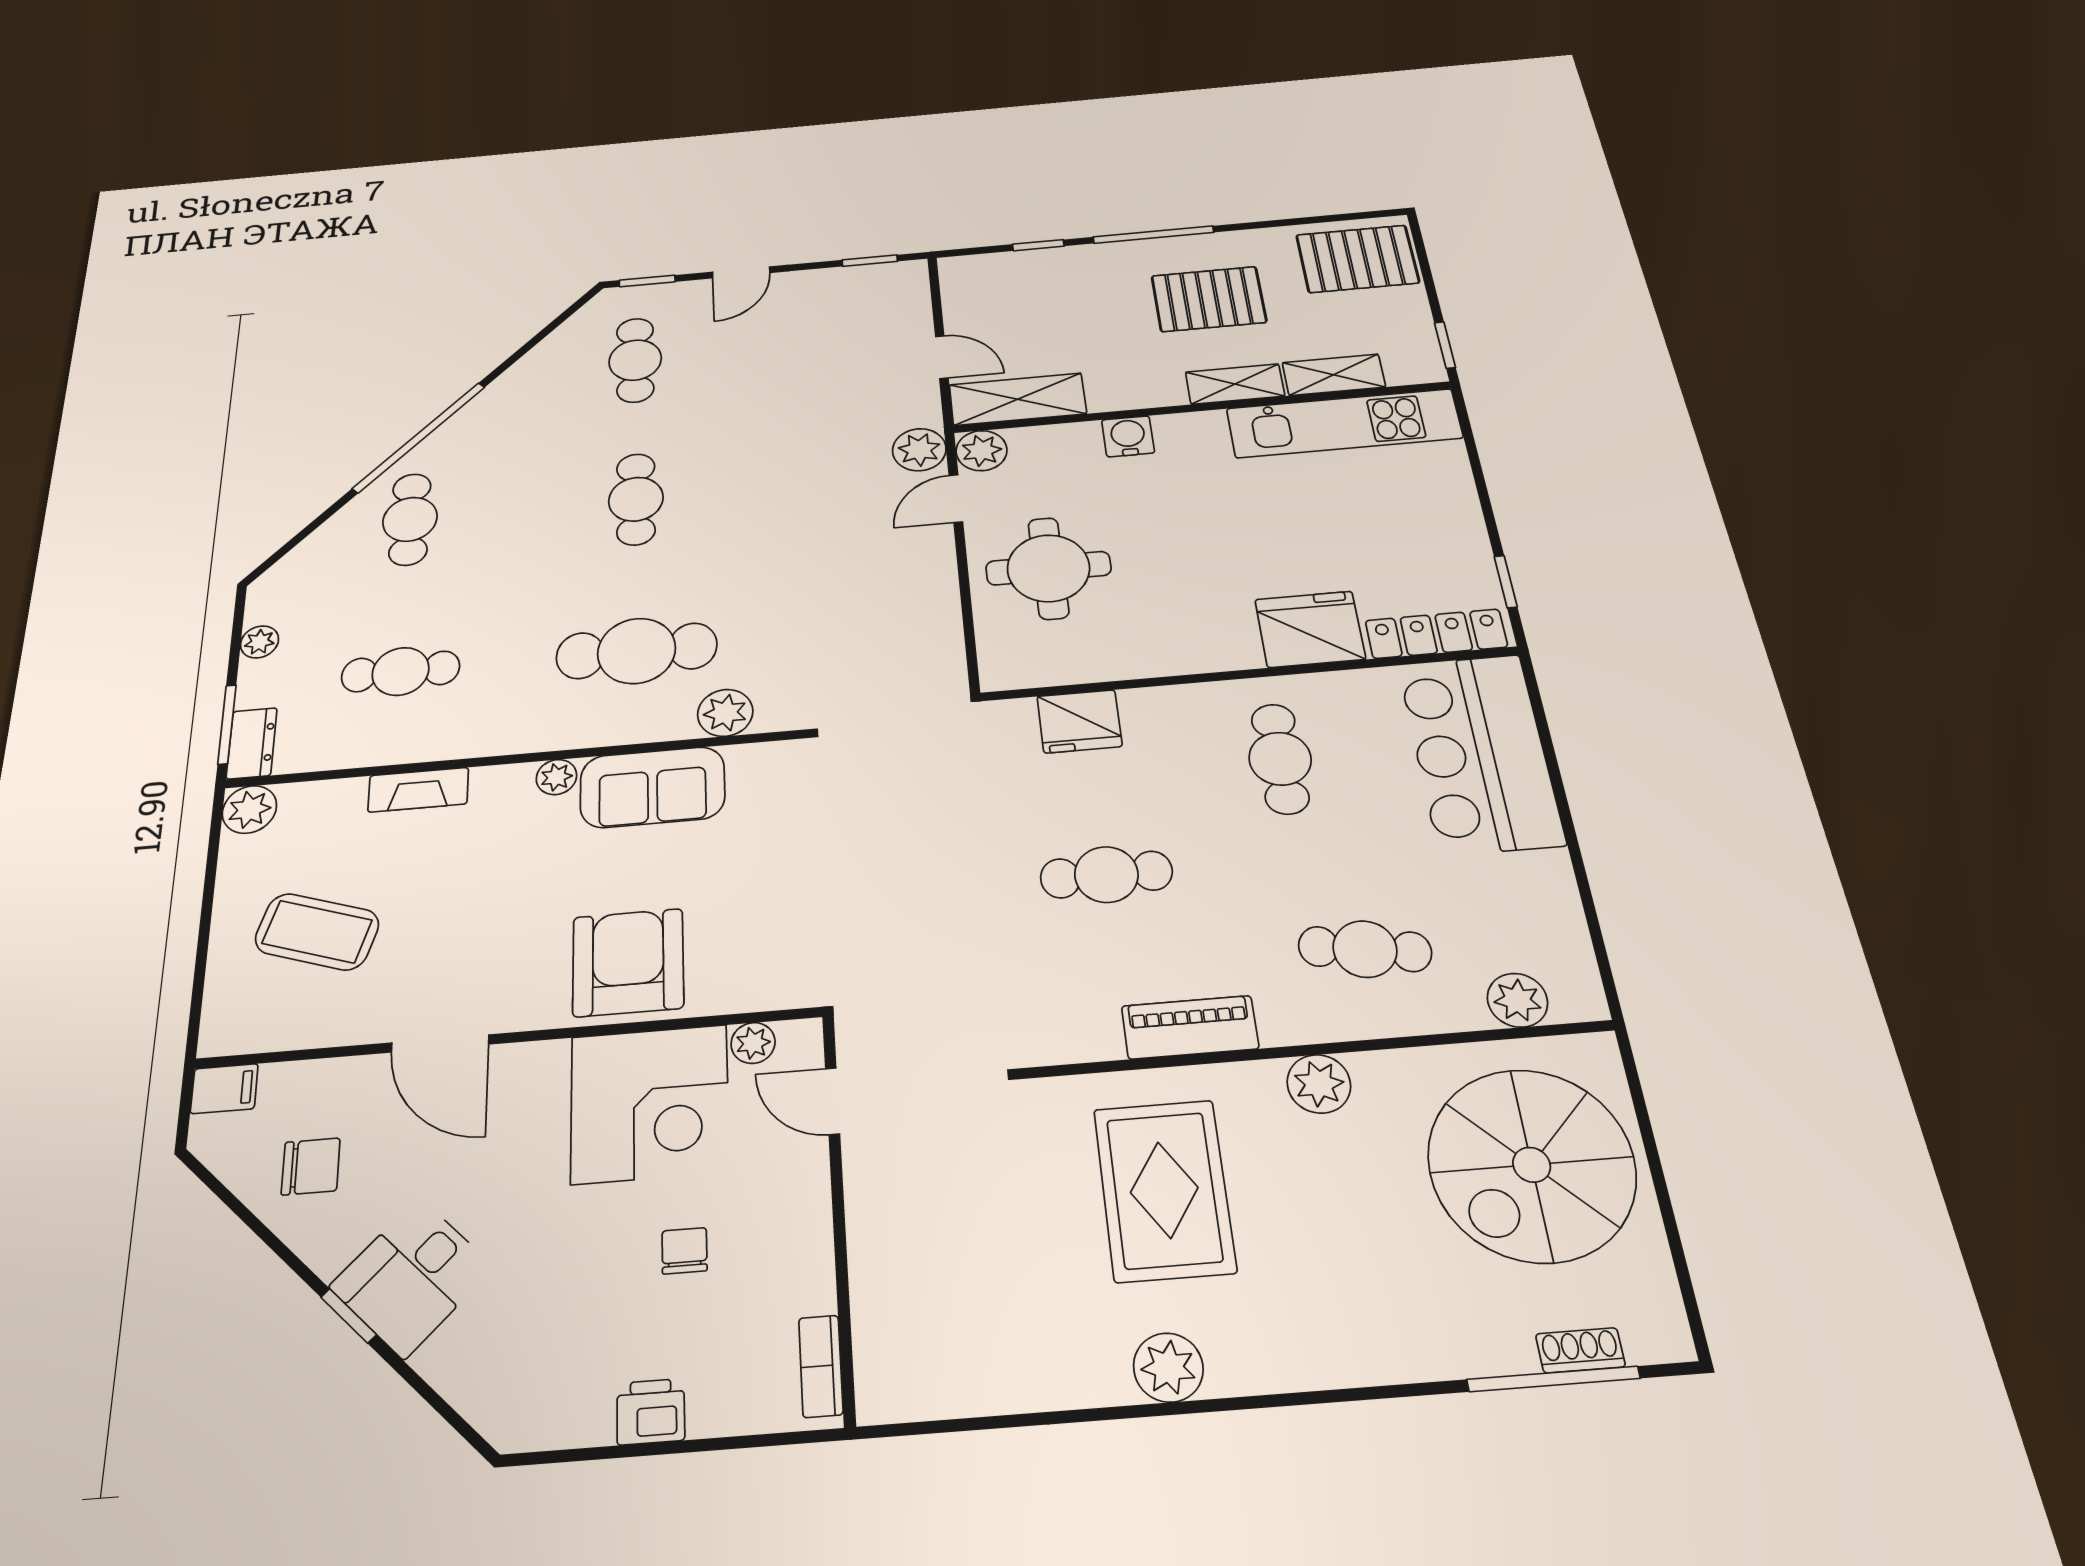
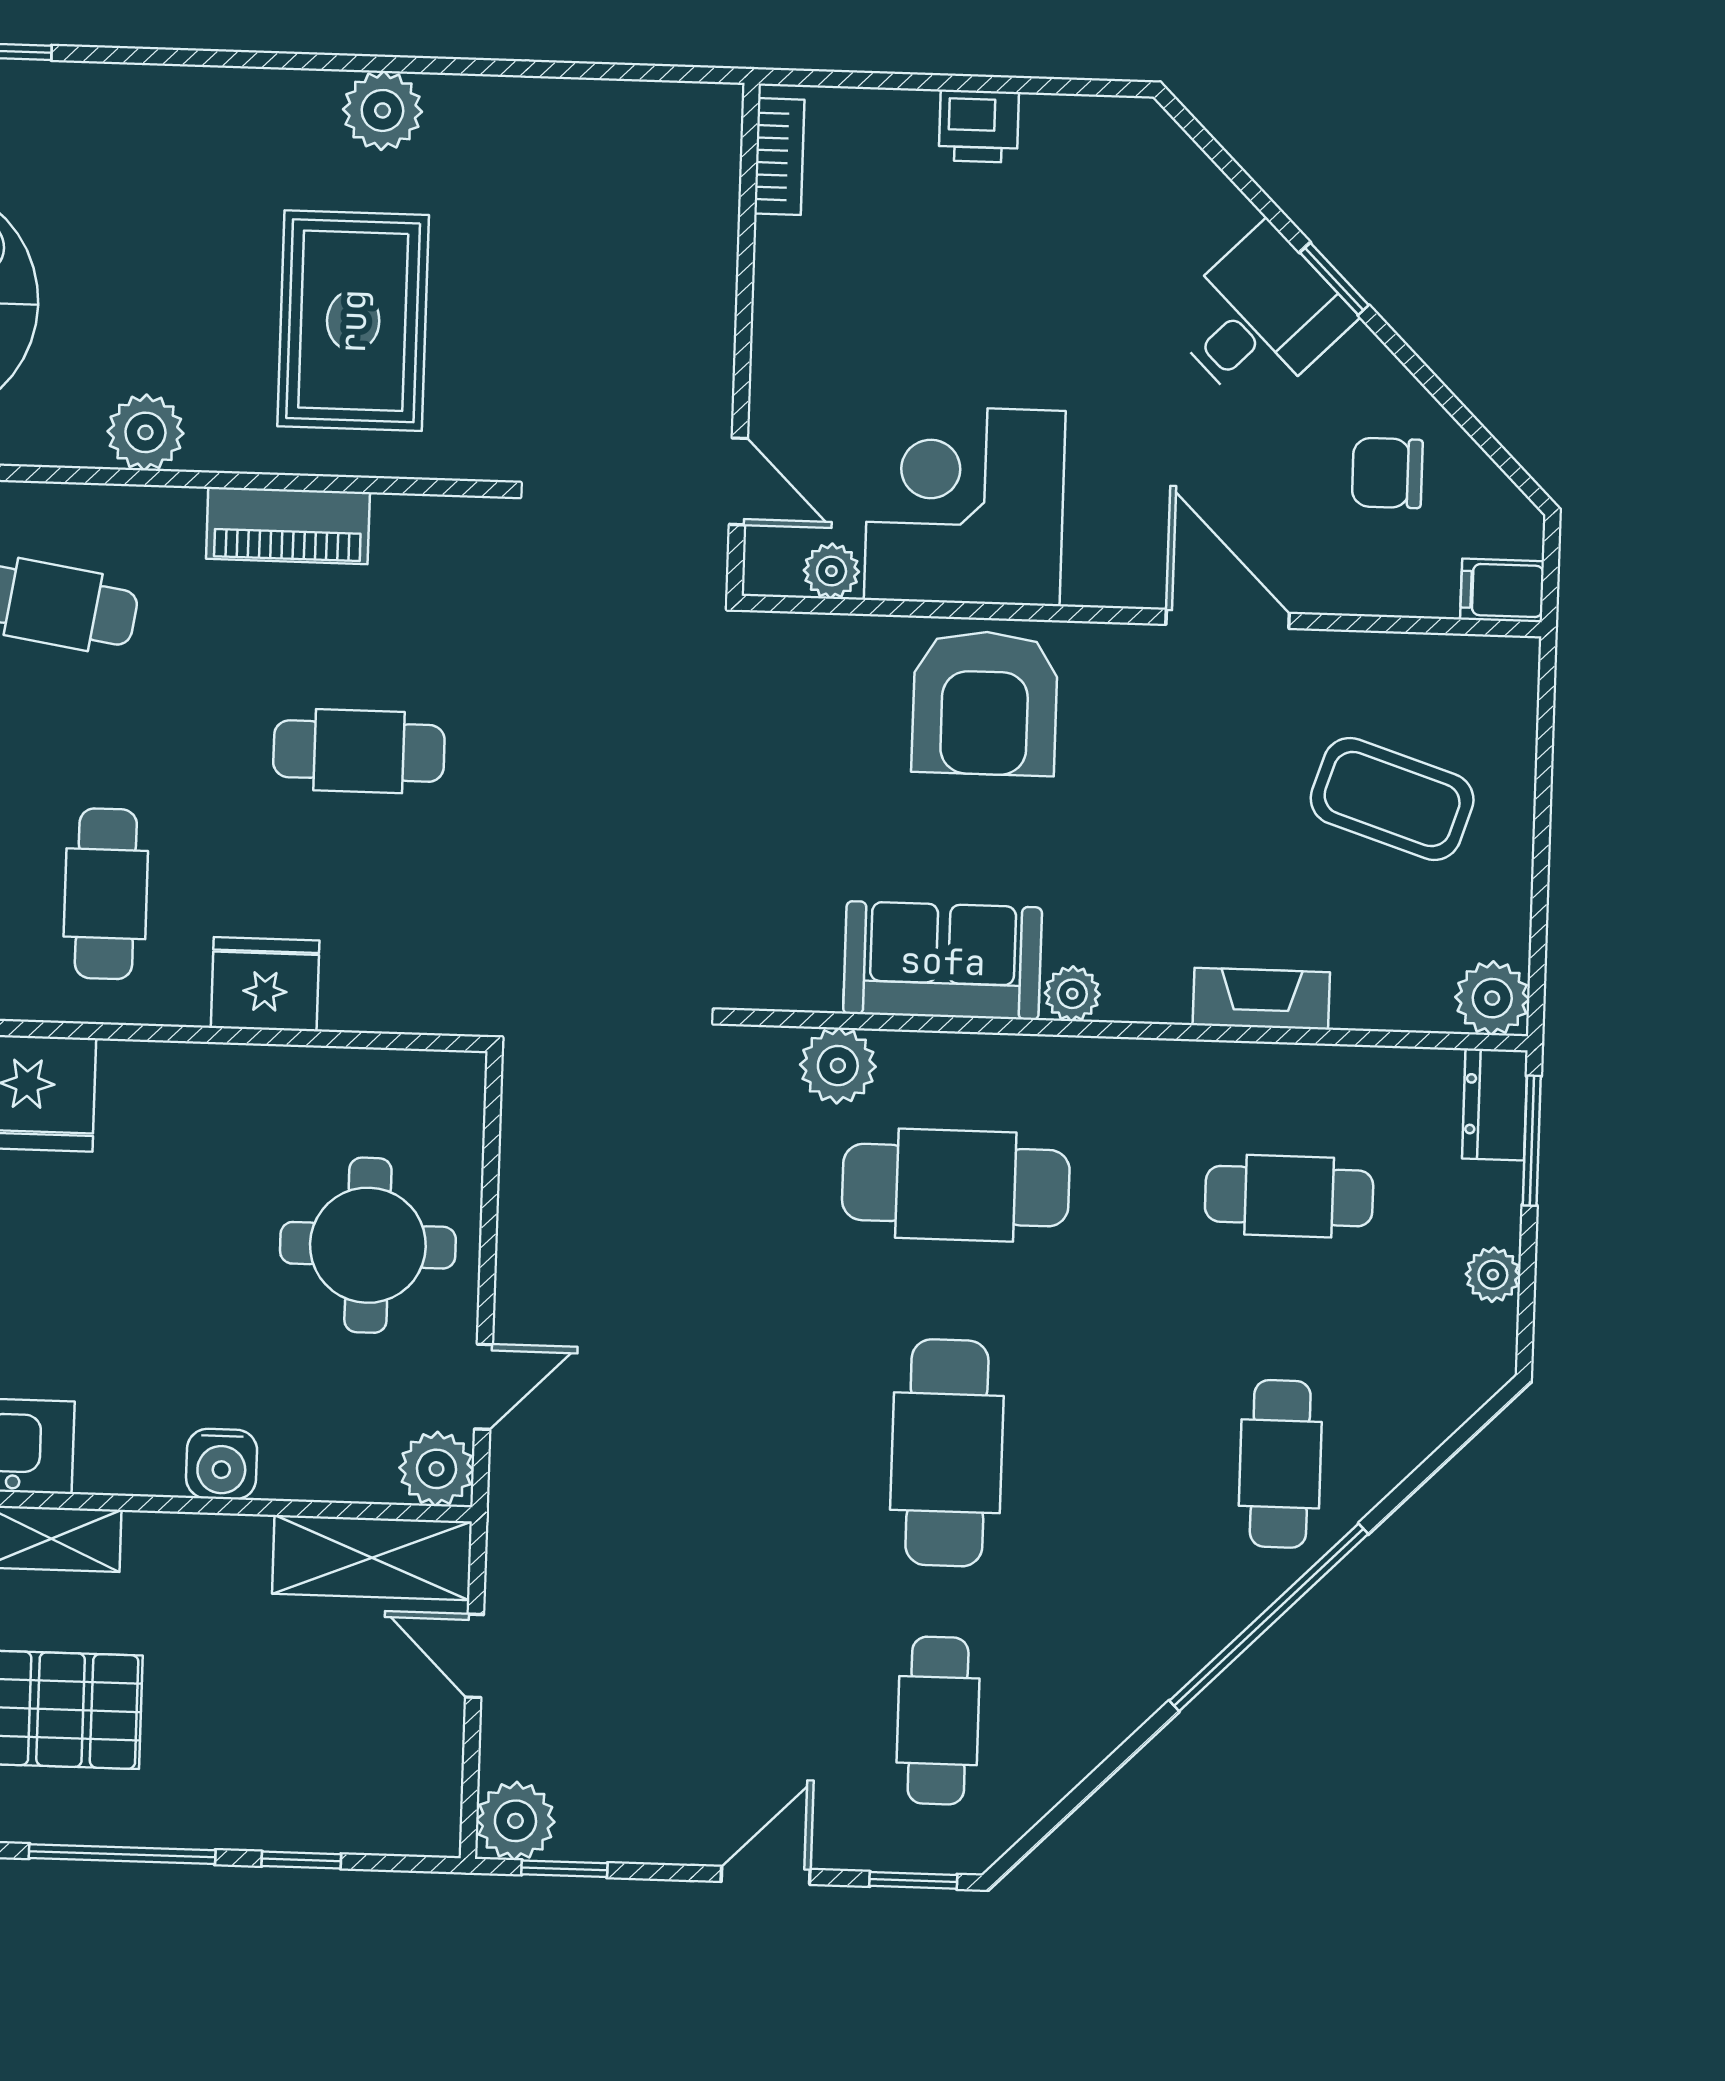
plant: (919, 450) -> (515, 1821), moved
cafe table: (636, 499) -> (947, 1453), width x1.37, depth x1.35
fridge: (1079, 721) -> (265, 984), moved
chair: (684, 1251) -> (931, 312), removed

